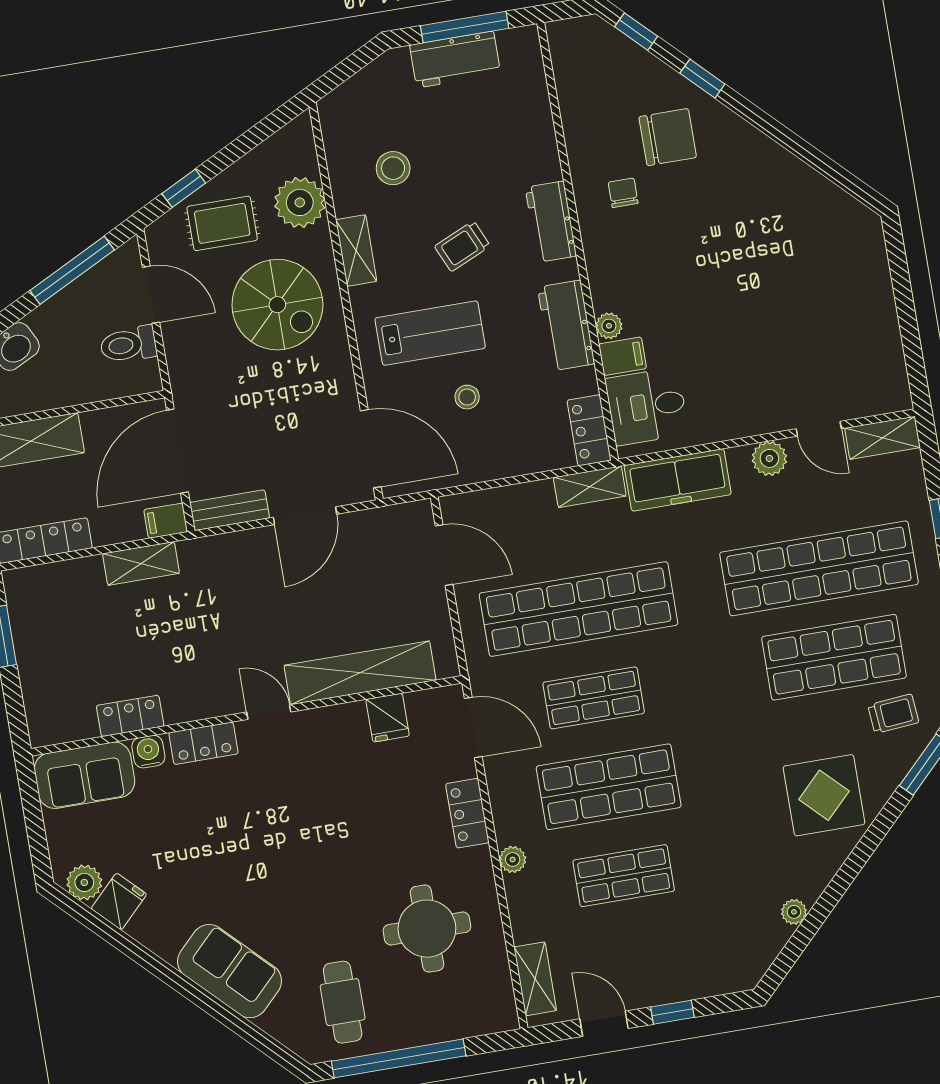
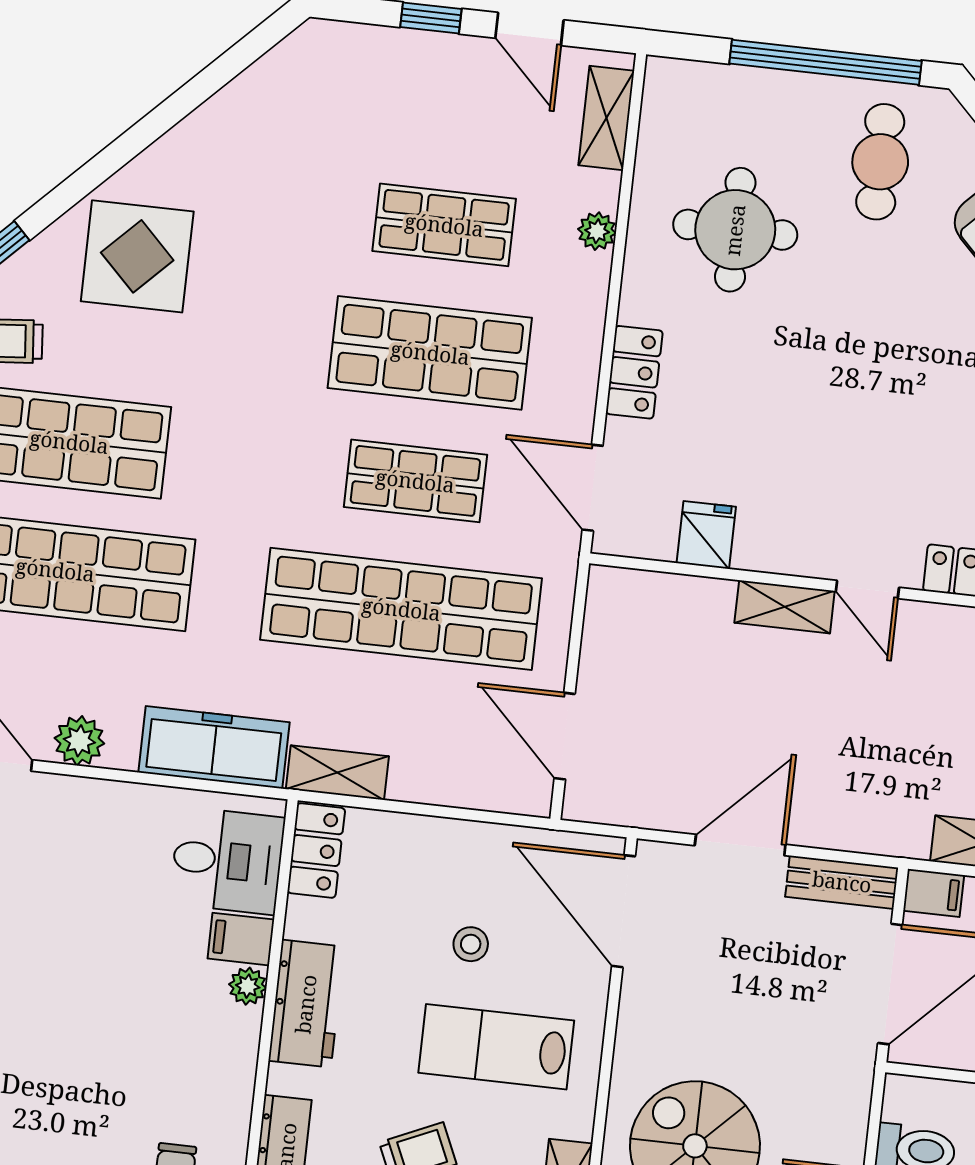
shelving: (360, 673) -> (785, 607), width x0.45, depth x0.75
plant: (513, 859) -> (597, 231), moved
plant: (794, 912) -> (224, 108), removed

